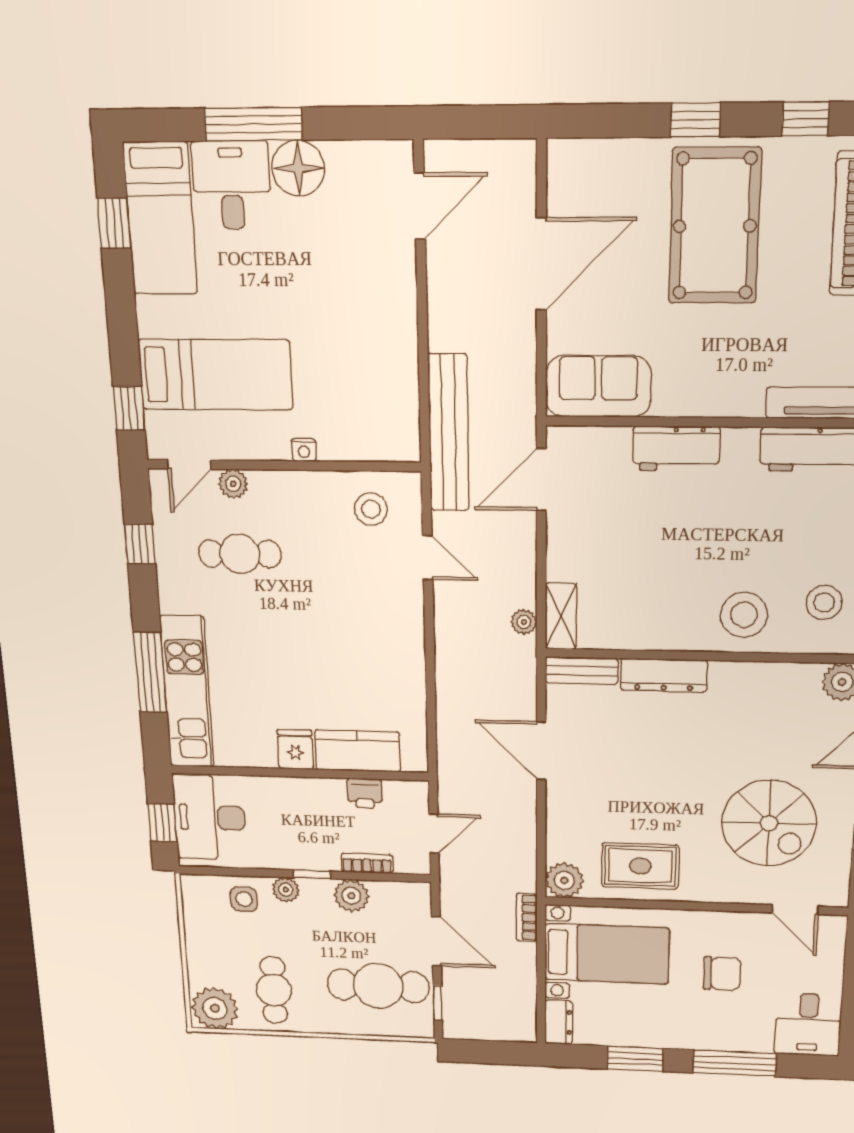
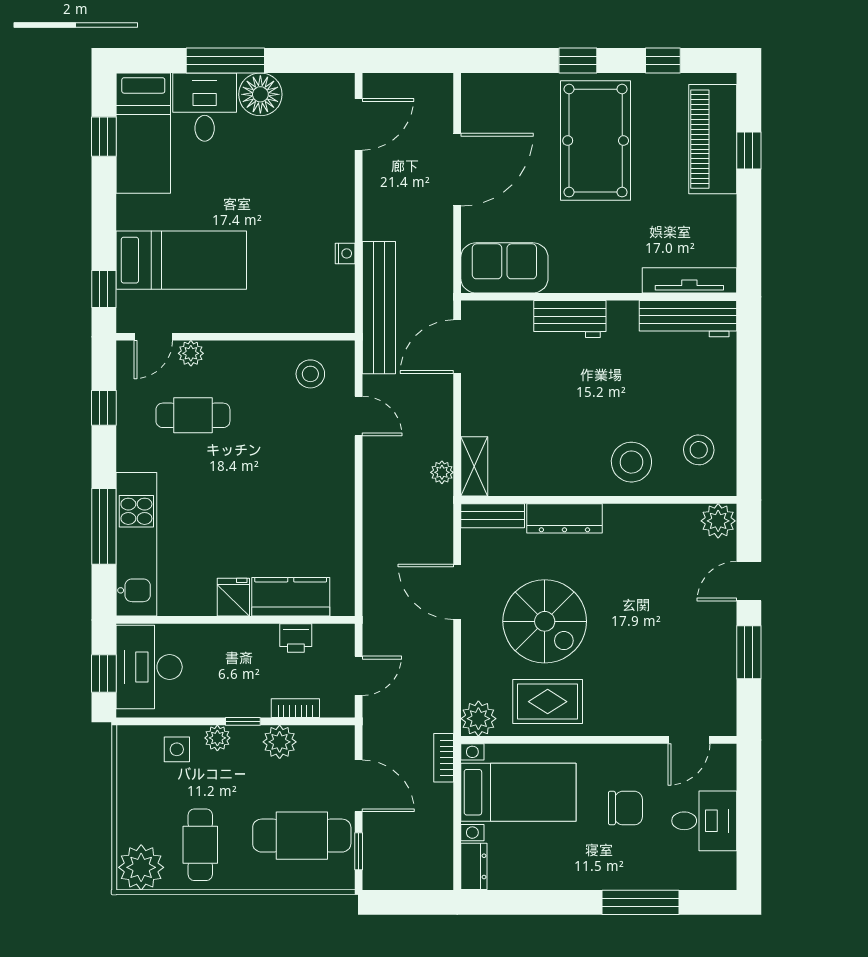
nightstand: (304, 450) -> (345, 253), moved, turned -90
spiral stairs: (769, 823) -> (545, 621), moved
door: (795, 910) -> (689, 740), hinge flipped
desk: (808, 1024) -> (704, 821), moved, turned -90
window: (635, 1059) -> (547, 902), removed

